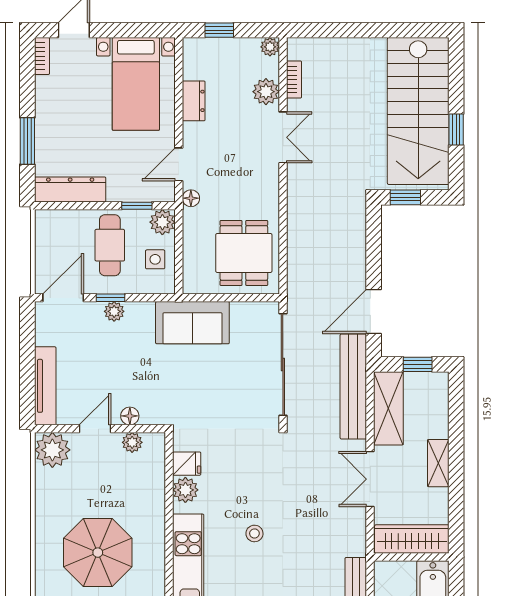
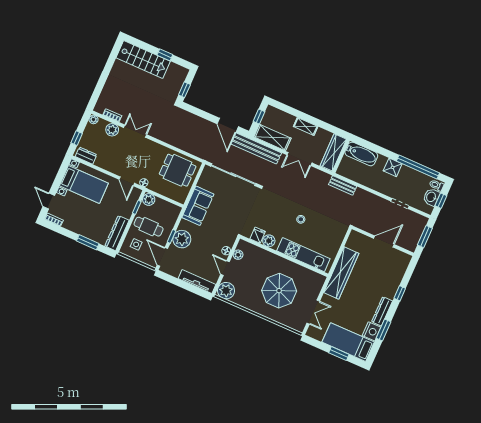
dresser: (194, 101) -> (86, 156), moved
stairs: (418, 111) -> (143, 60), width x0.73, depth x0.66
side table: (155, 259) -> (136, 244), moved
plant: (114, 311) -> (182, 239), width x1.88, depth x1.88

